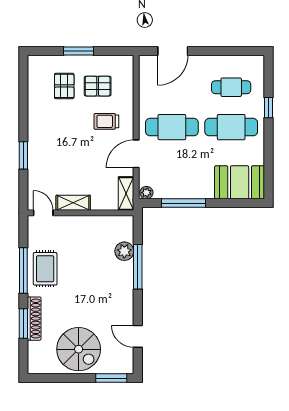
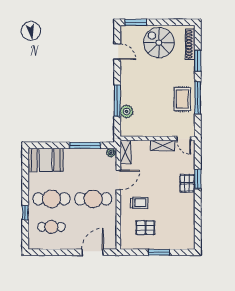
pallet: (64, 86) -> (187, 183), moved
shoe rack: (34, 319) -> (190, 44), moved

